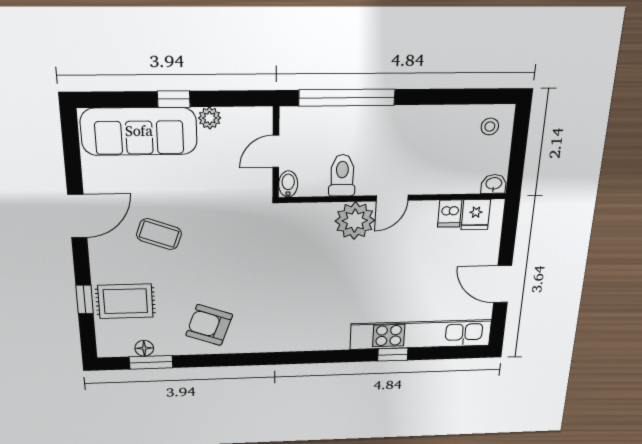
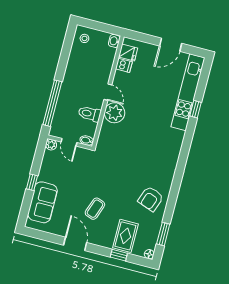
plant: (210, 118) -> (51, 145), moved
sofa: (139, 131) -> (43, 202), width x0.73
floor lamp: (144, 348) -> (149, 254), moved

